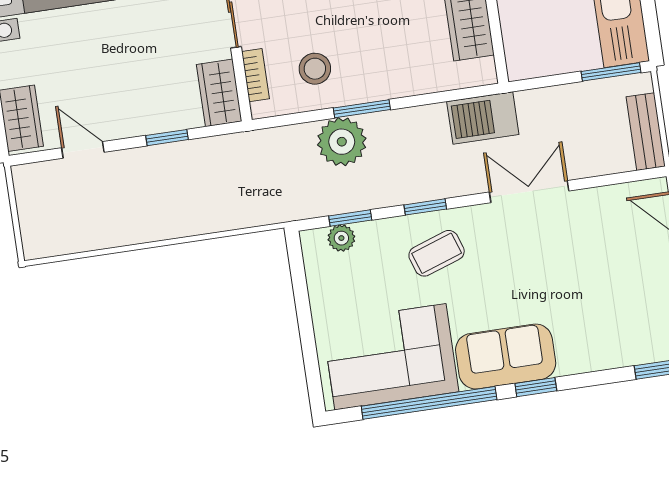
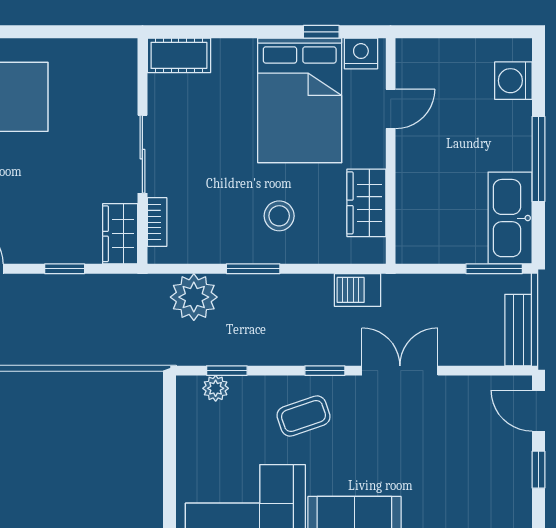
stool: (315, 69) -> (279, 216), moved
barbecue: (483, 118) -> (358, 290), width x0.73, depth x0.79
plant: (342, 142) -> (194, 297), moved
window: (425, 207) -> (325, 371), moved

